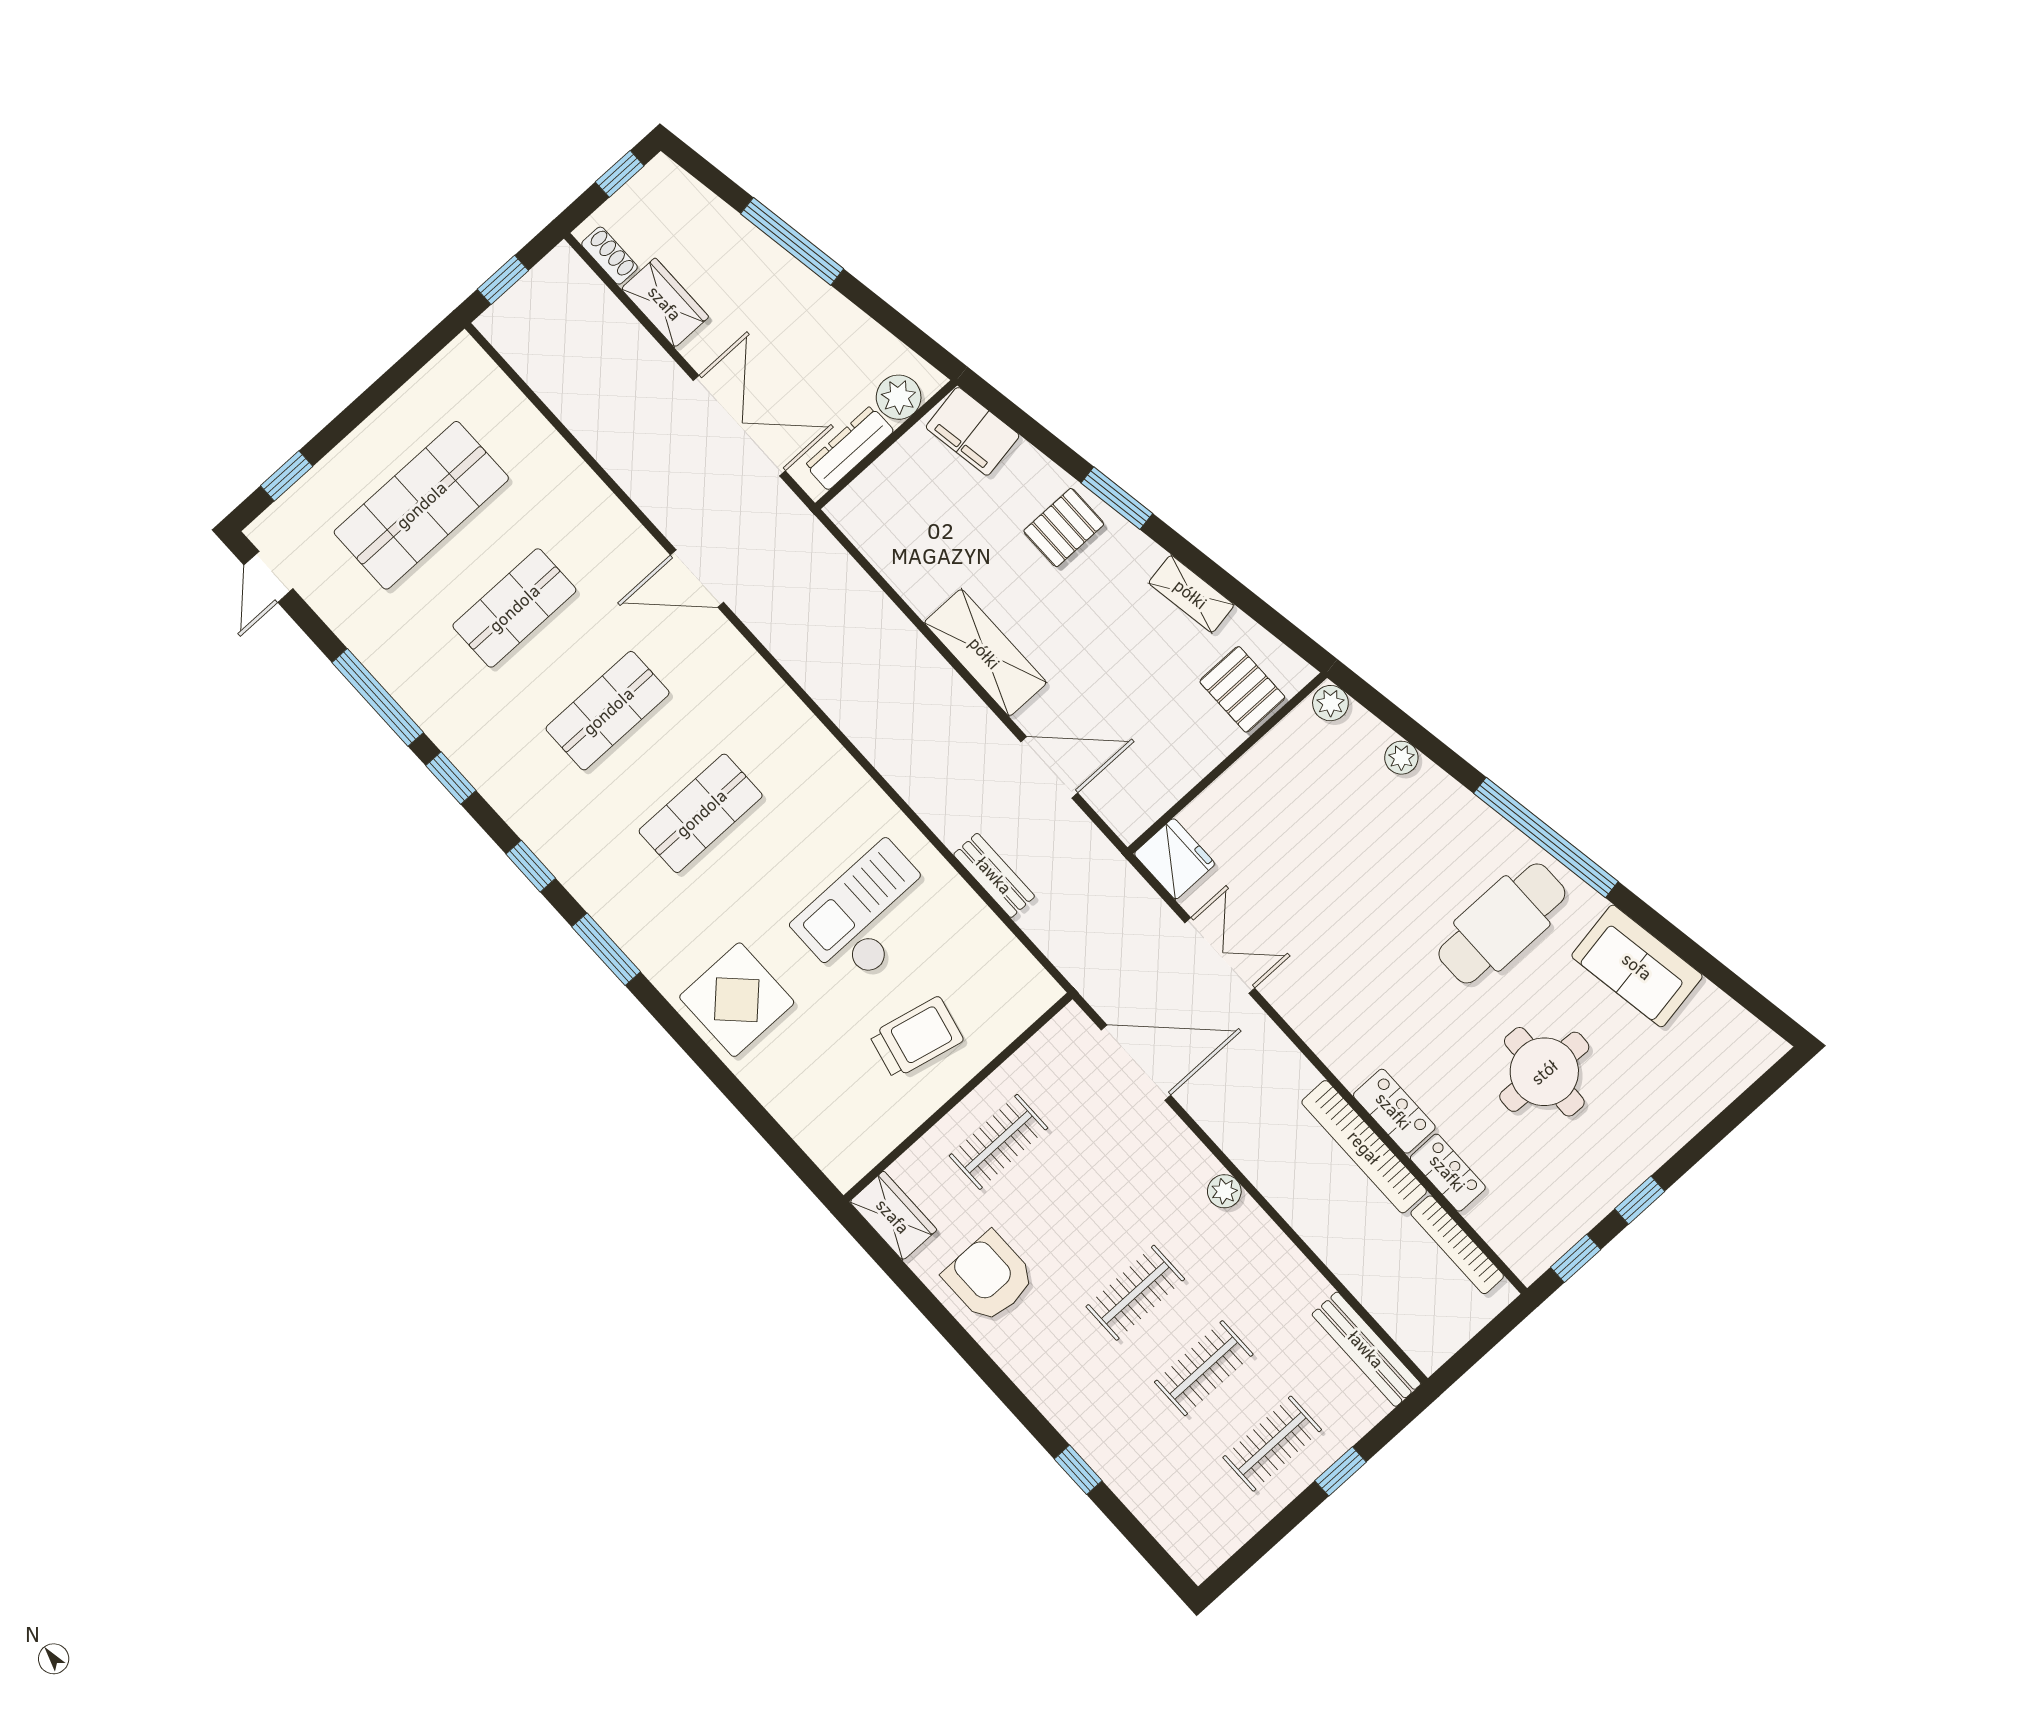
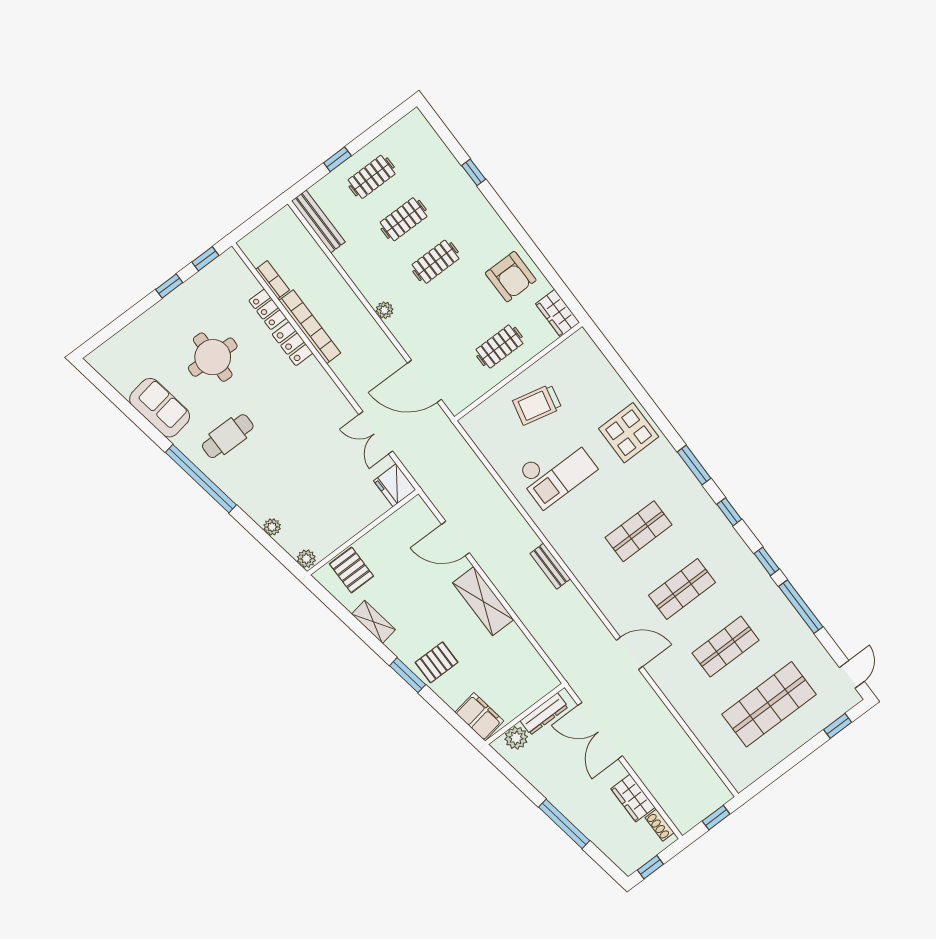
bench: (994, 875) -> (550, 566), moved
cafe table: (1502, 923) -> (228, 436), width x0.73, depth x0.74
bookcase: (1457, 1245) -> (272, 280), width x0.64

